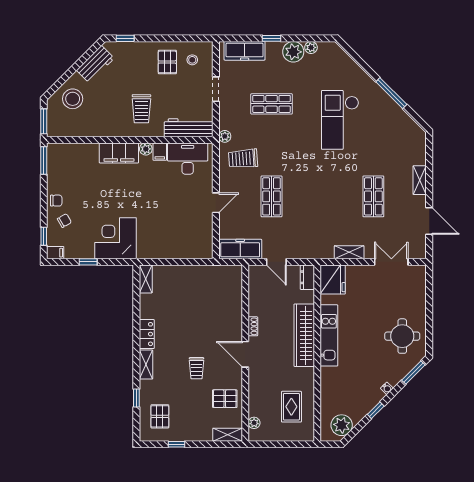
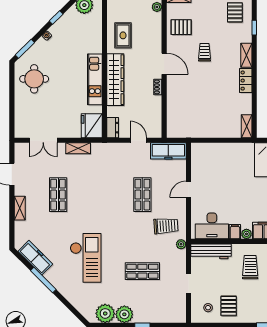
plant: (311, 47) -> (105, 313), width x1.88, depth x1.88
freezer: (245, 51) -> (35, 258), moved, turned 45
rug: (291, 407) -> (123, 35), moved

